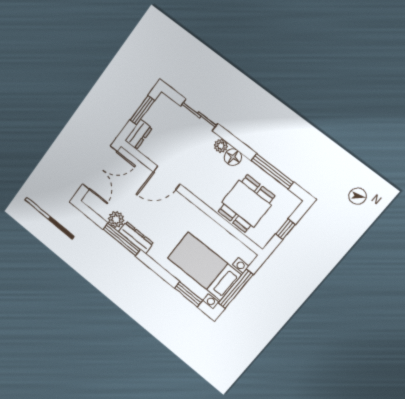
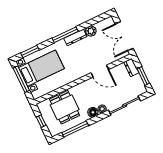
sliding door: (199, 115) -> (125, 106), width x1.37
door: (167, 178) -> (100, 71), swing flipped
window: (122, 239) -> (65, 35), moved

